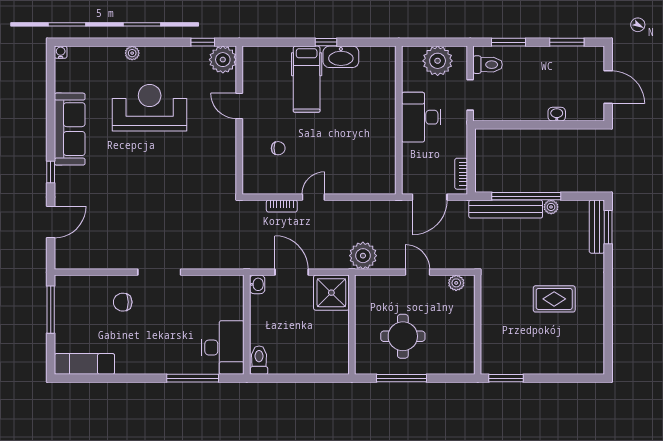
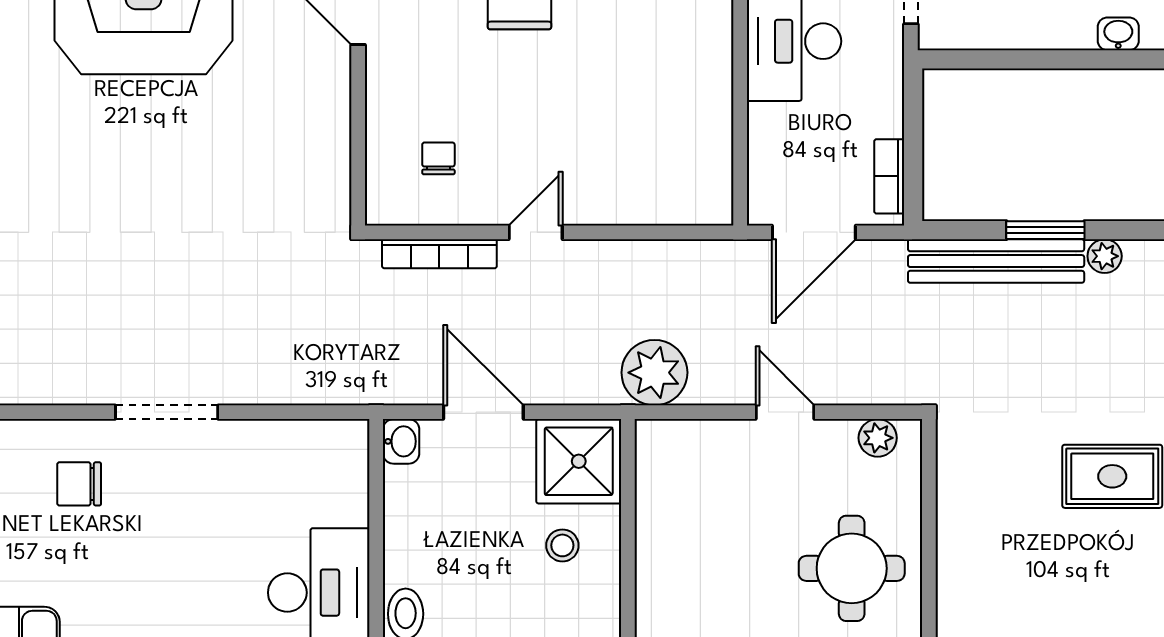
chair: (278, 148) -> (438, 158), moved, turned -90
window: (526, 196) -> (1045, 230), width x0.47
bookcase: (282, 206) -> (439, 254), width x1.56
stool: (325, 328) -> (562, 545), added
round table: (403, 336) -> (852, 568), moved

